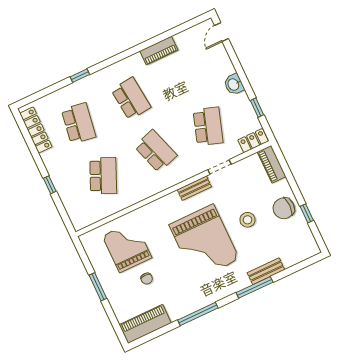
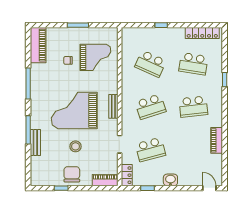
school desk: (208, 126) -> (150, 150), turned -33
bench: (194, 188) -> (113, 106), moved

